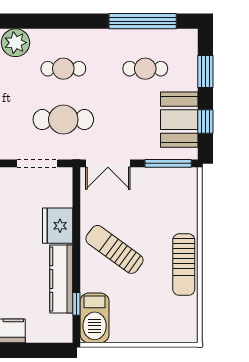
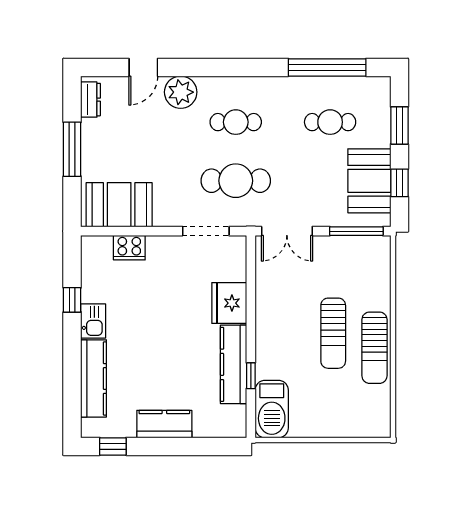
sun lounger: (114, 249) -> (333, 333), moved, turned -126
window: (76, 304) -> (251, 376), moved

